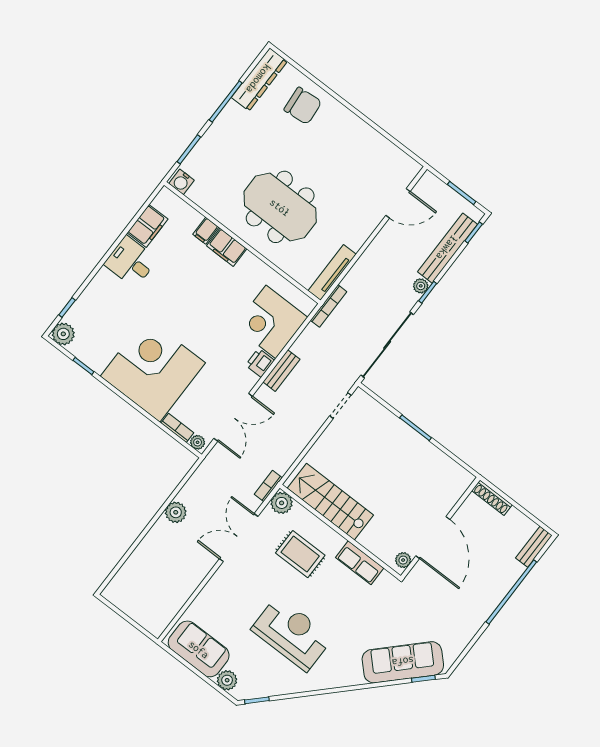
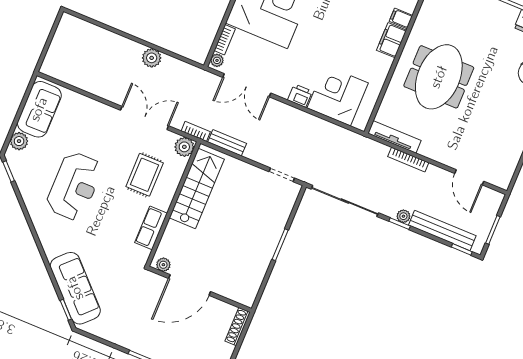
bookcase: (329, 306) -> (408, 160), moved
bench: (281, 371) -> (227, 143), moved

